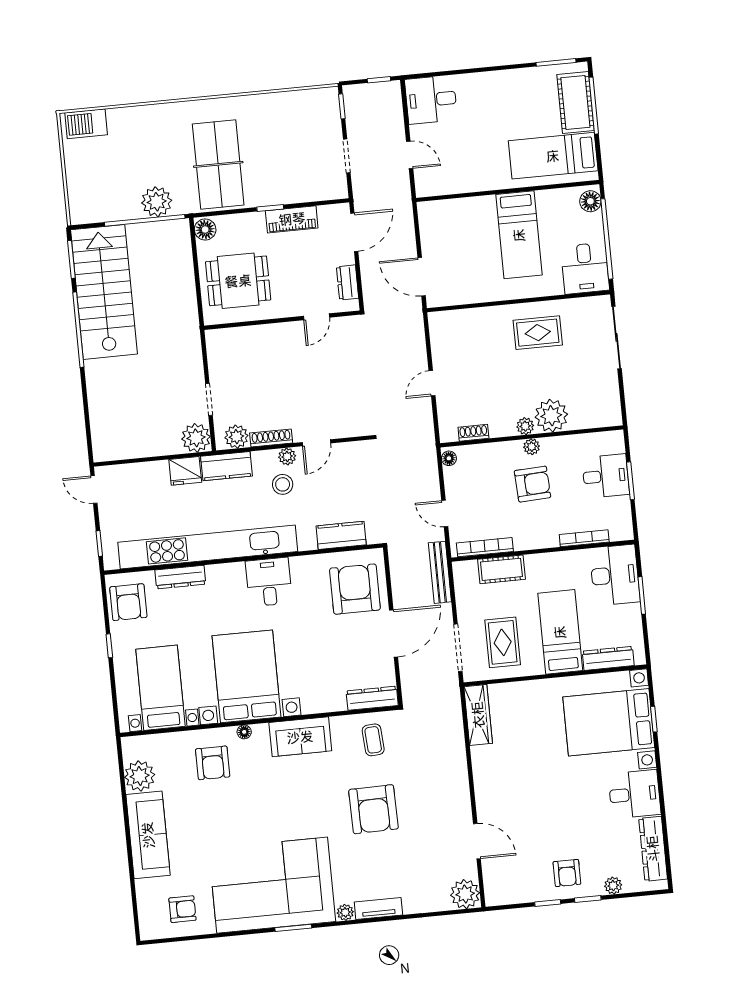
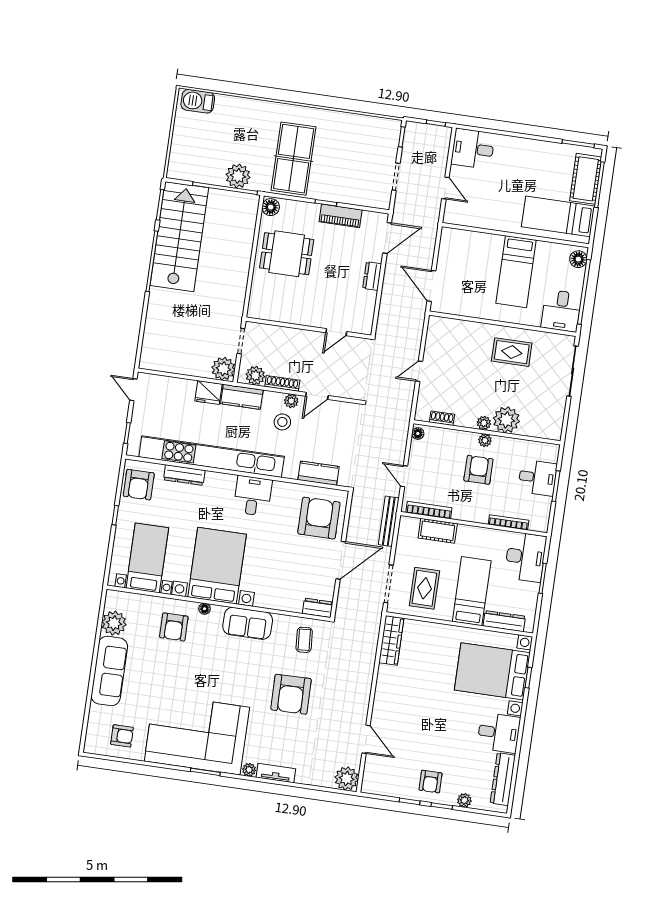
door: (317, 317) -> (336, 332), moved
wall: (282, 320) -> (308, 328), moved
armchair: (533, 484) -> (478, 470), turned -87
dresser: (372, 698) -> (318, 608), width x0.70

